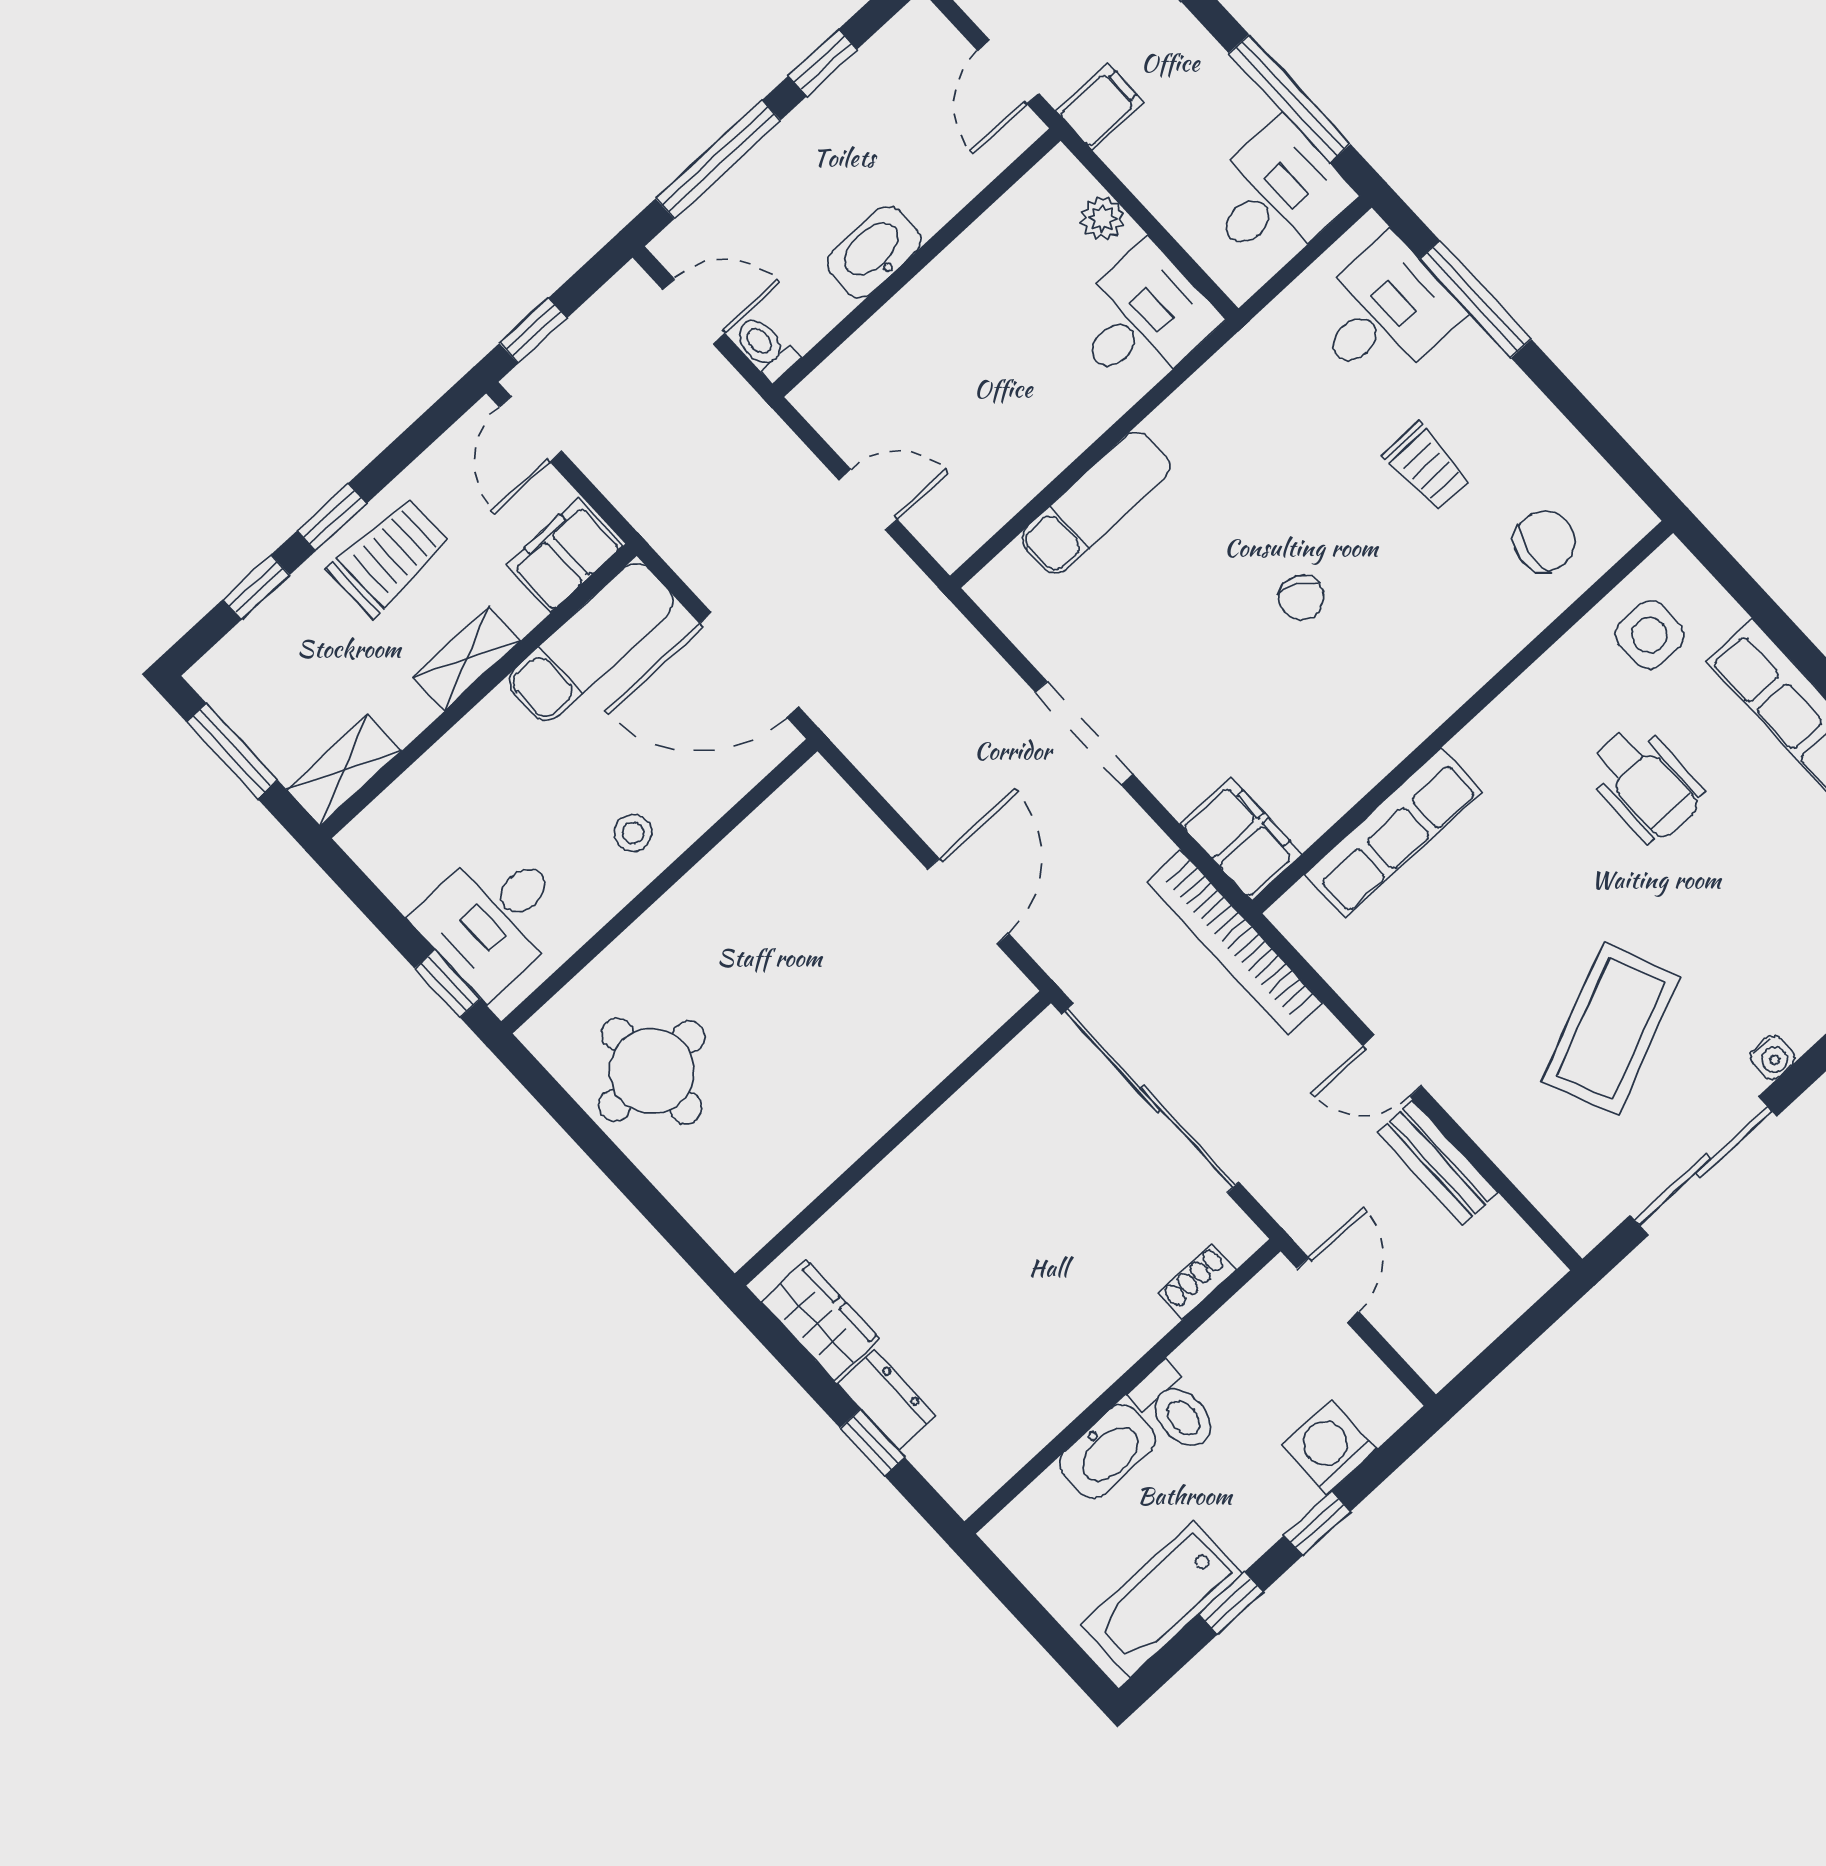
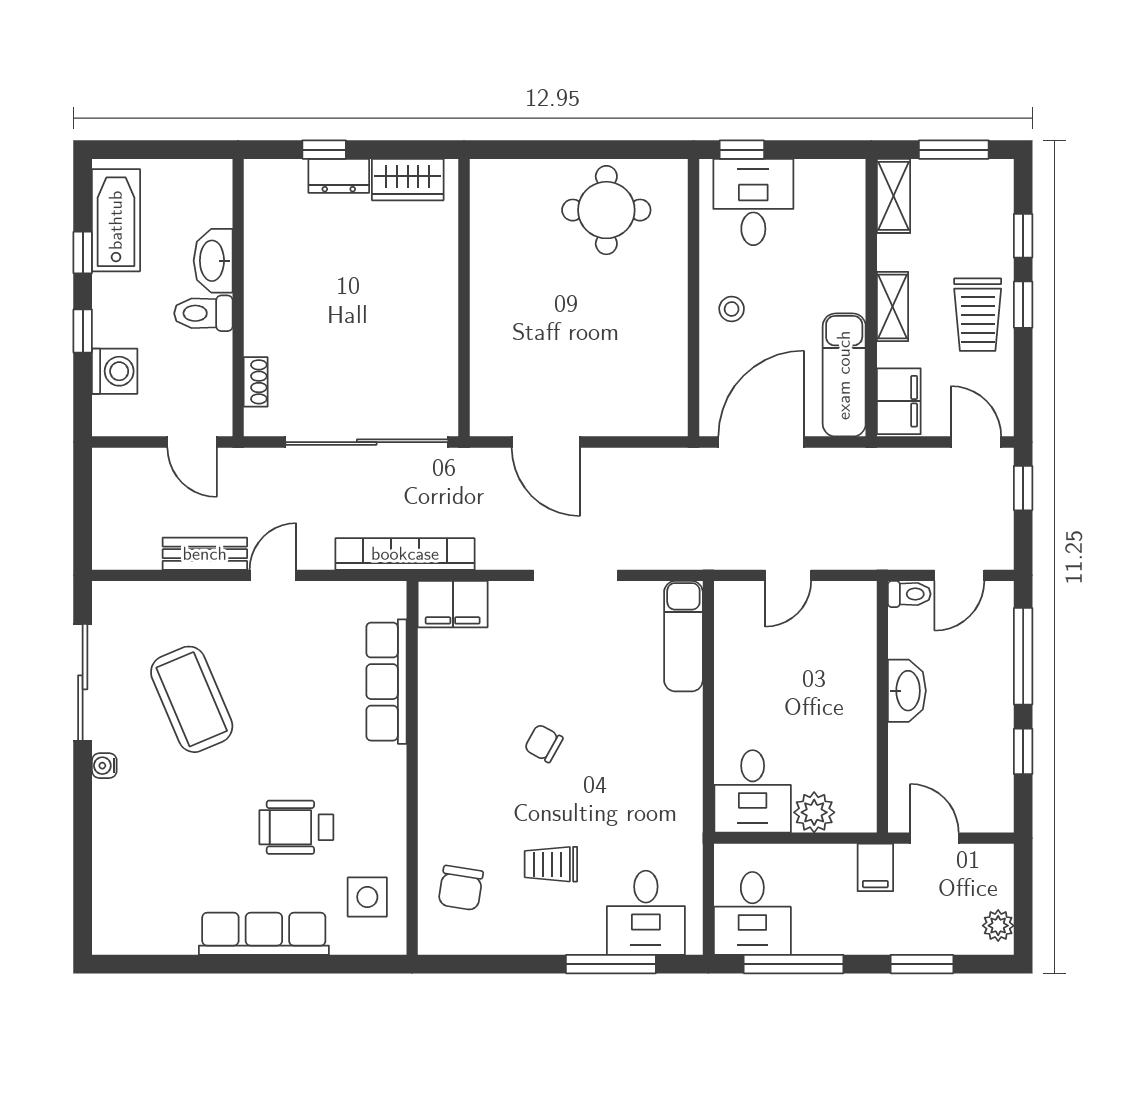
plant: (1102, 218) -> (814, 812), width x1.38, depth x1.38
exam couch: (1096, 502) -> (683, 636), moved

